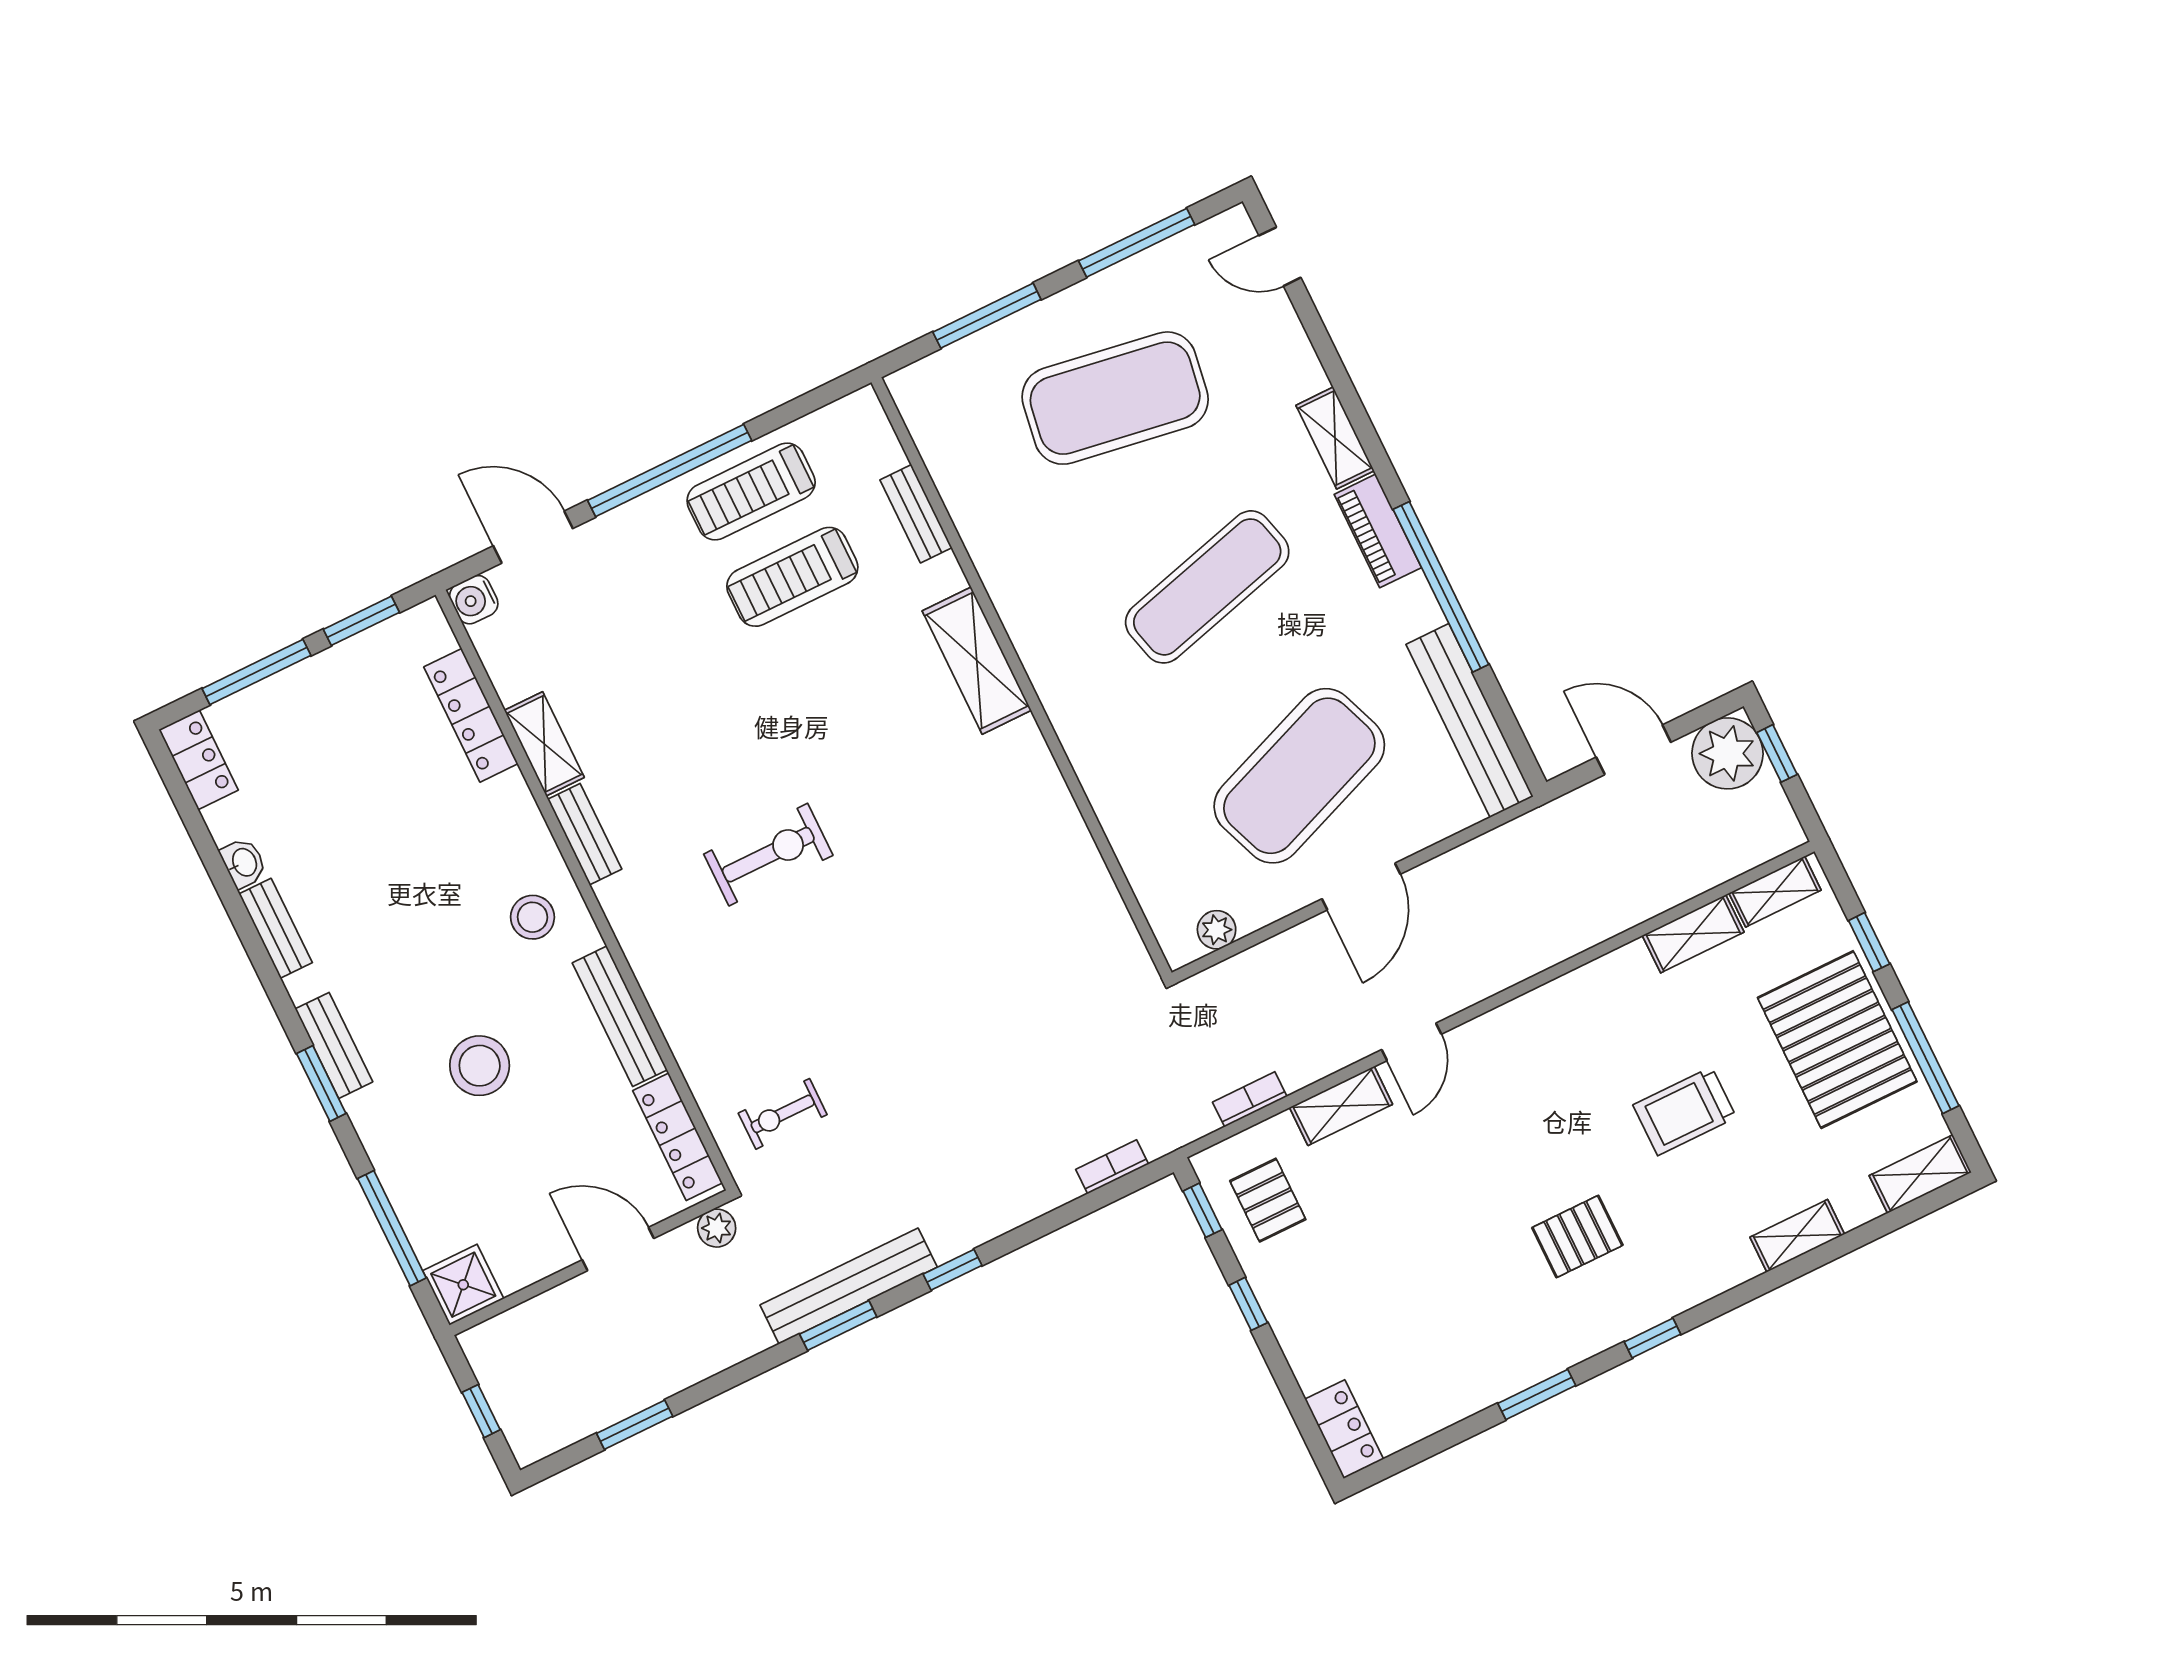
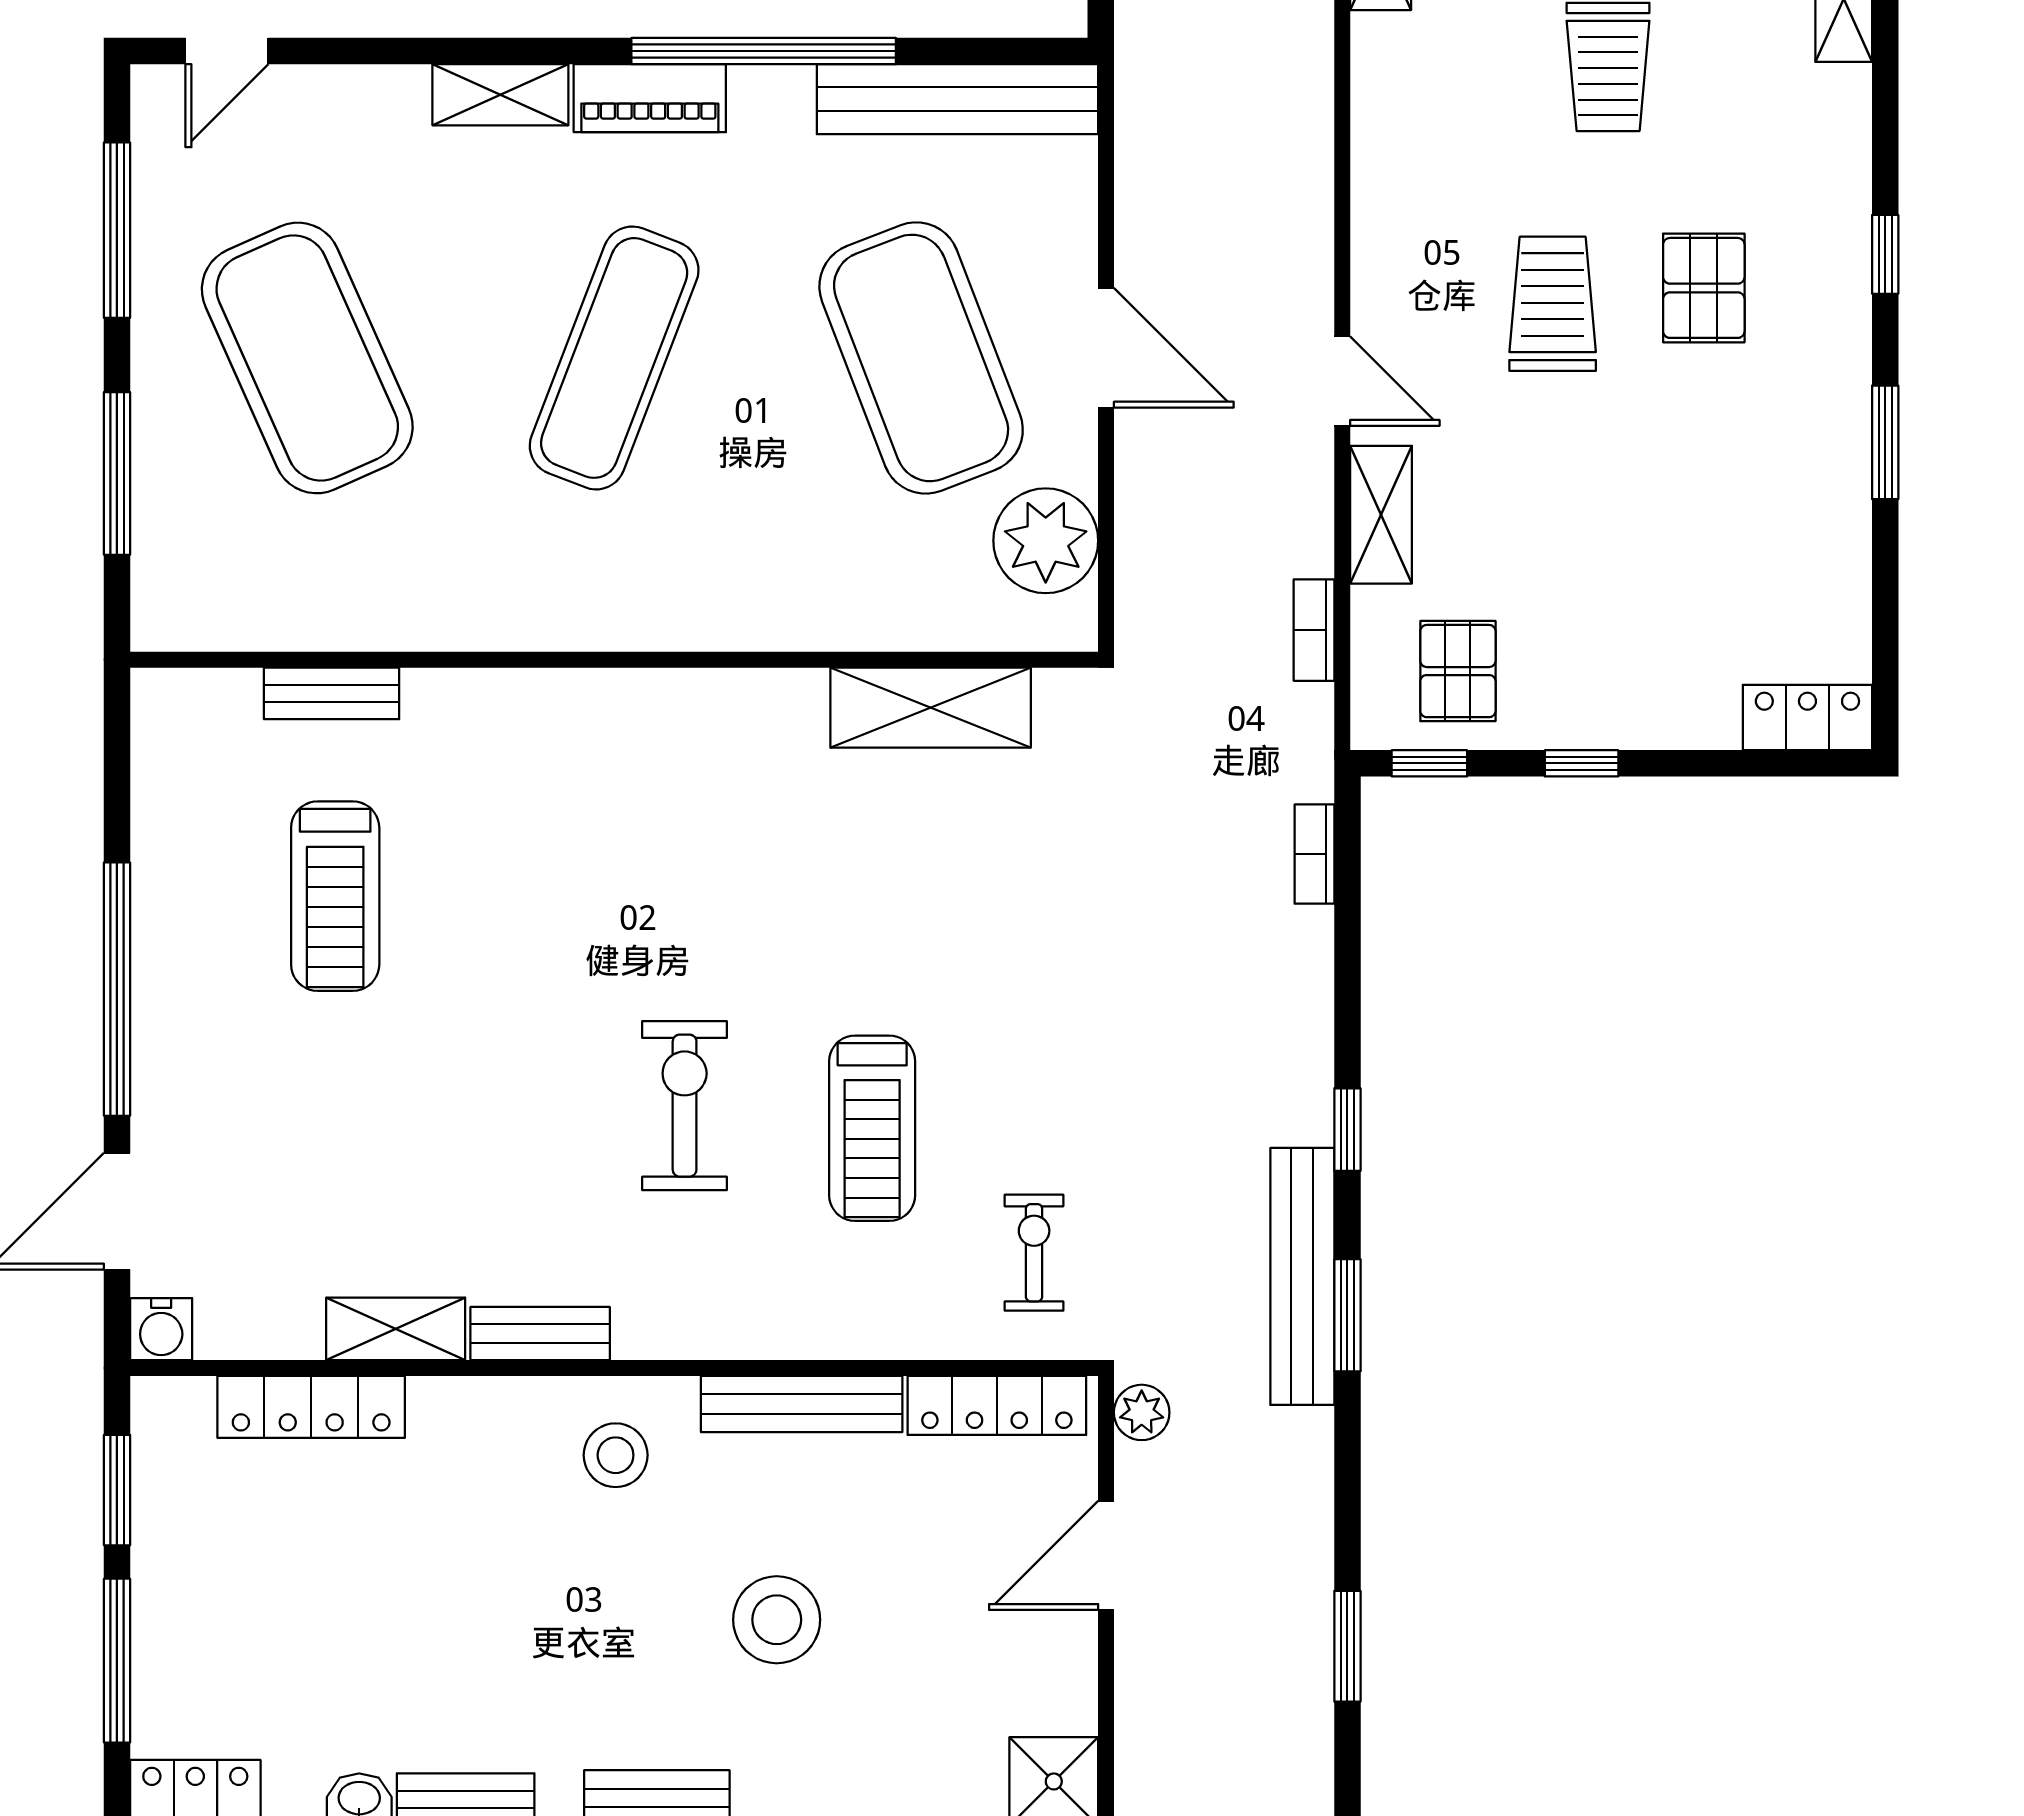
exercise mat: (1115, 398) -> (307, 358), turned -33
treadmill: (751, 492) -> (872, 1128), moved
exercise mat: (1207, 587) -> (614, 358), turned 36
shelving: (977, 661) -> (931, 708), moved
plant: (1217, 930) -> (1046, 541), width x1.88, depth x1.88
exercise bike: (783, 1114) -> (1034, 1253), turned 180
trolley: (1522, 1148) -> (1553, 304), added
pallet: (1268, 1200) -> (1458, 671), turned 90

